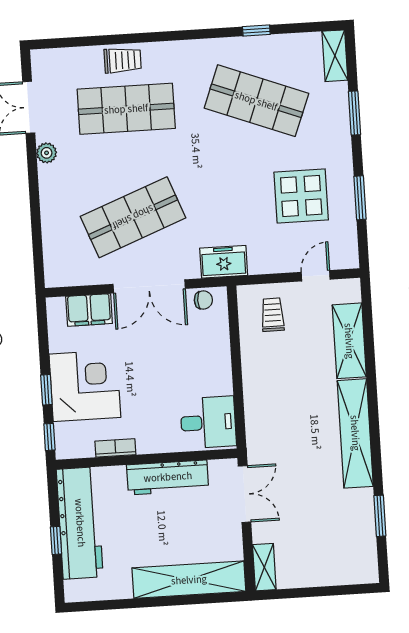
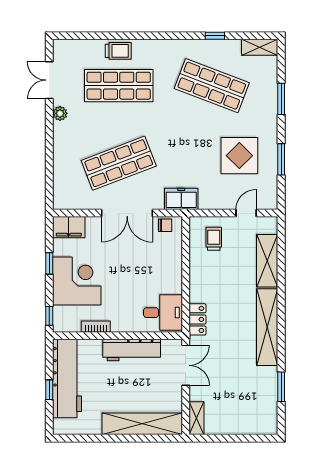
shelving: (335, 56) -> (260, 47), moved, turned 90
filing cabinet: (89, 310) -> (69, 227), moved
window: (46, 390) -> (49, 263), moved
locker: (257, 429) -> (197, 319), added

